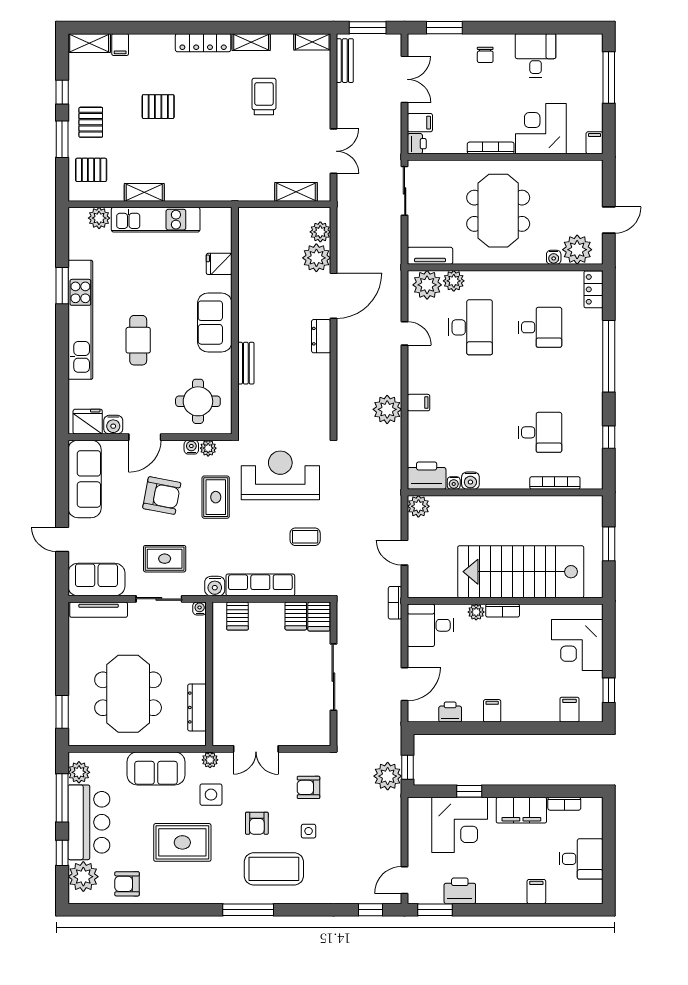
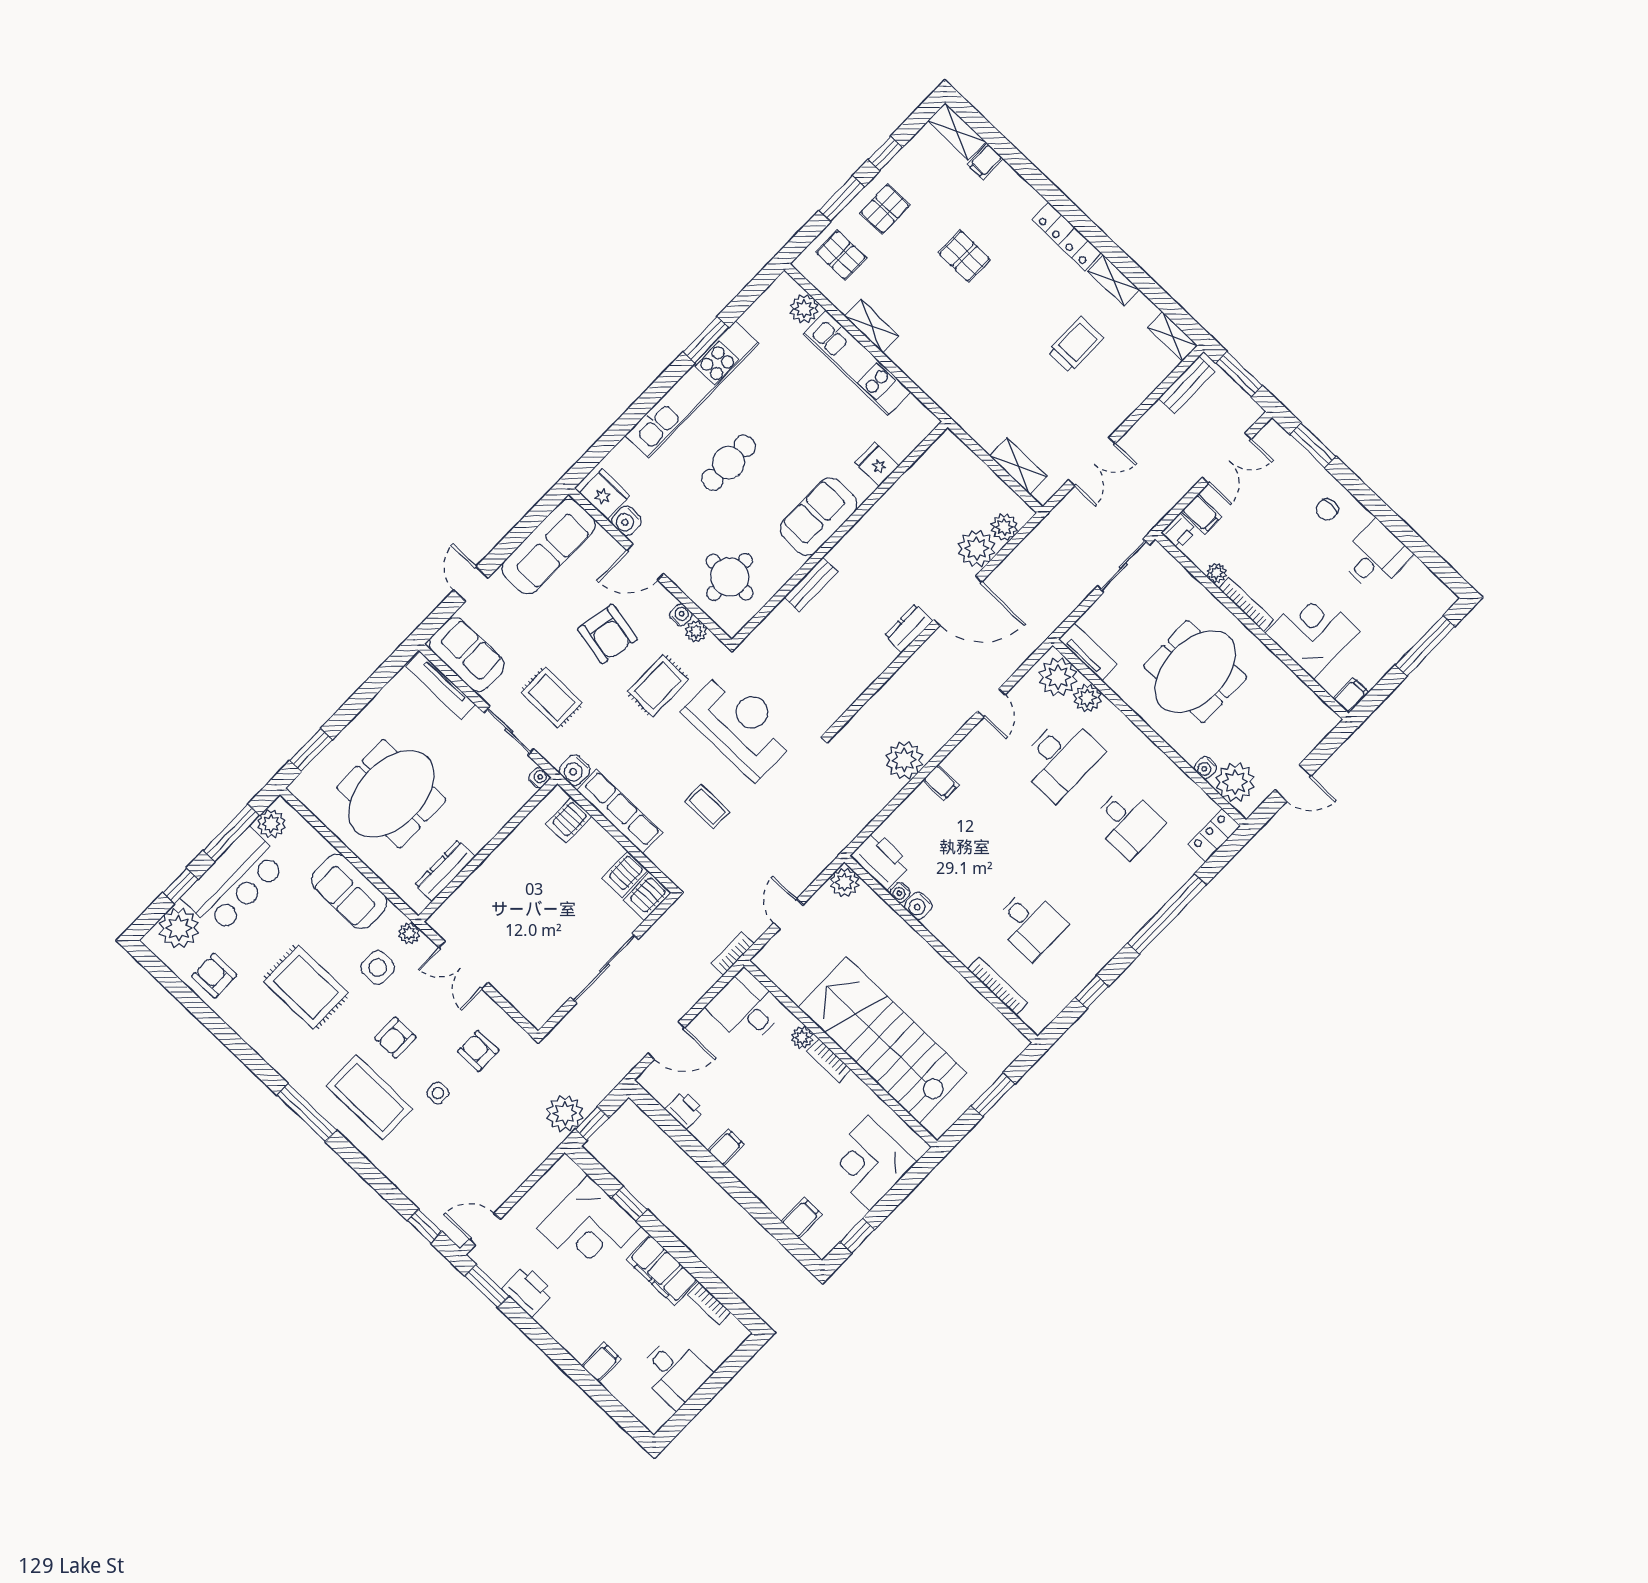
plant: (458, 146) -> (1216, 573), added

